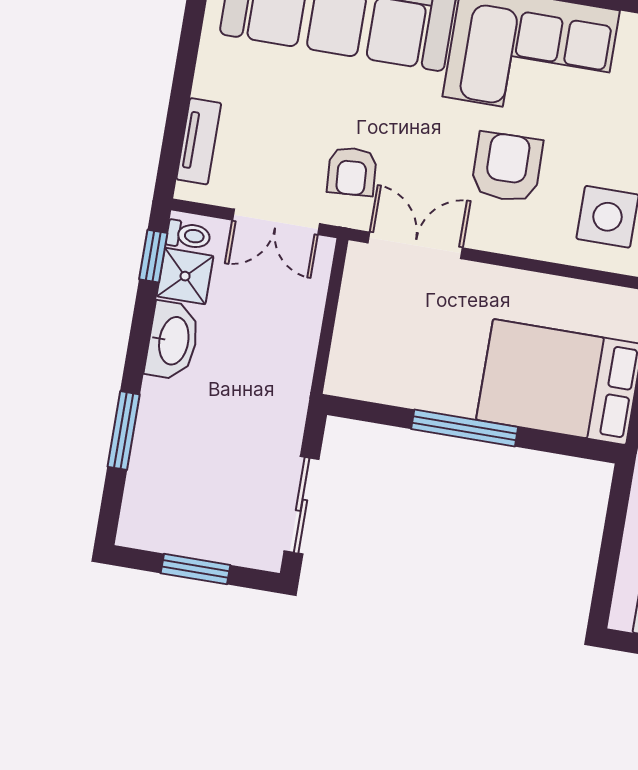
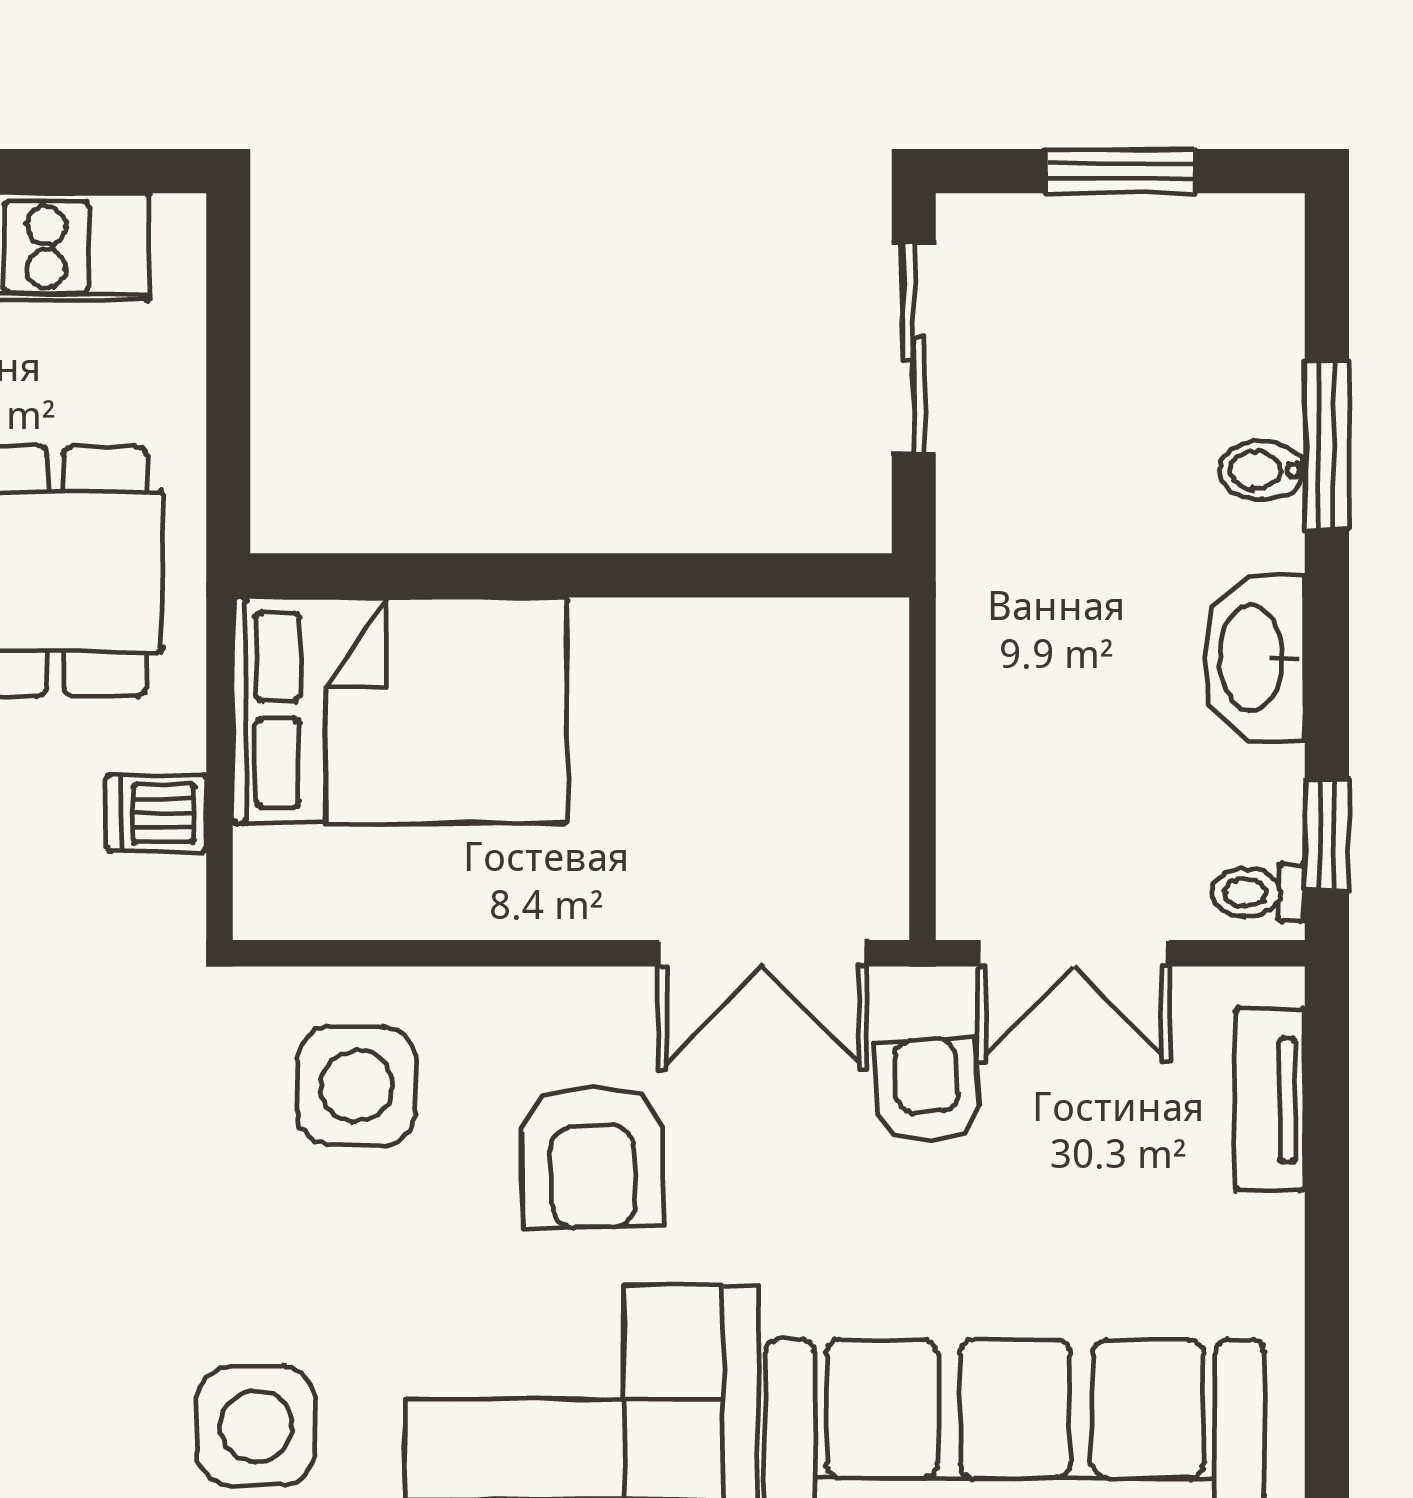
double door: (276, 222) -> (1073, 953), swing flipped
shower: (185, 276) -> (1250, 802), removed
bidet: (155, 424) -> (1262, 470), added
window: (465, 428) -> (589, 575), removed

